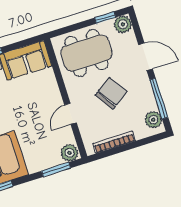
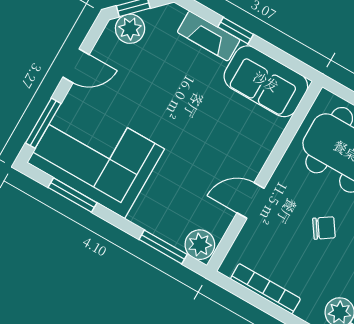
chair: (111, 93) -> (324, 228), width x0.54, depth x0.54

